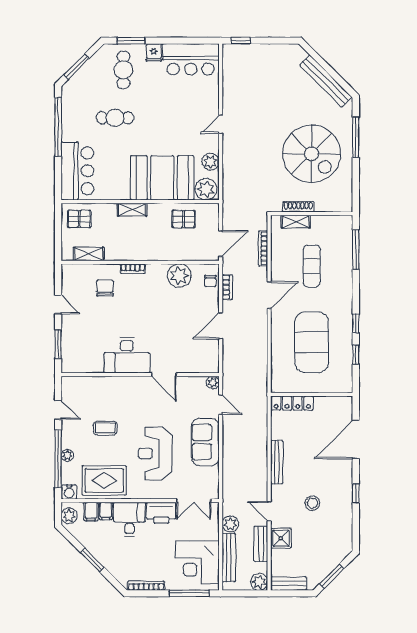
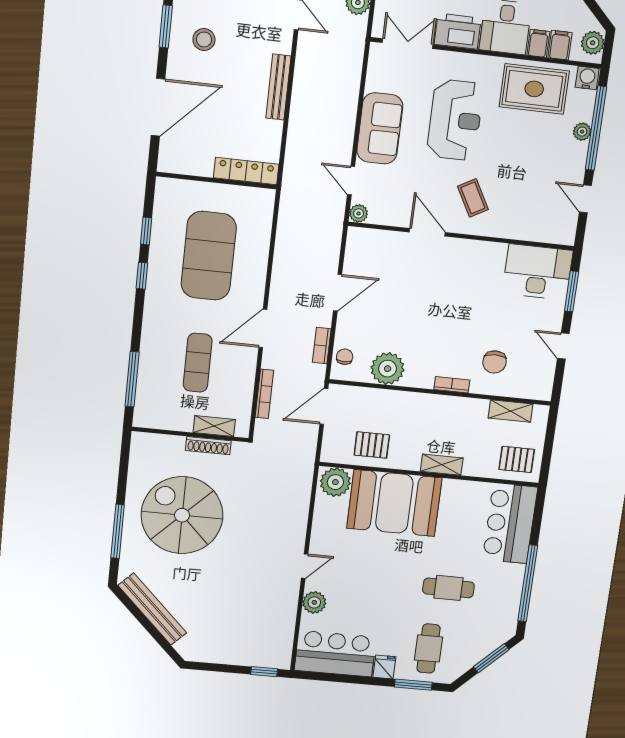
plant: (210, 162) -> (314, 602), moved
desk: (127, 355) -> (538, 272), moved
coffee table: (105, 428) -> (473, 198), moved, turned 61
window: (356, 493) -> (166, 26), width x1.50
stool: (312, 503) -> (204, 40), moved

